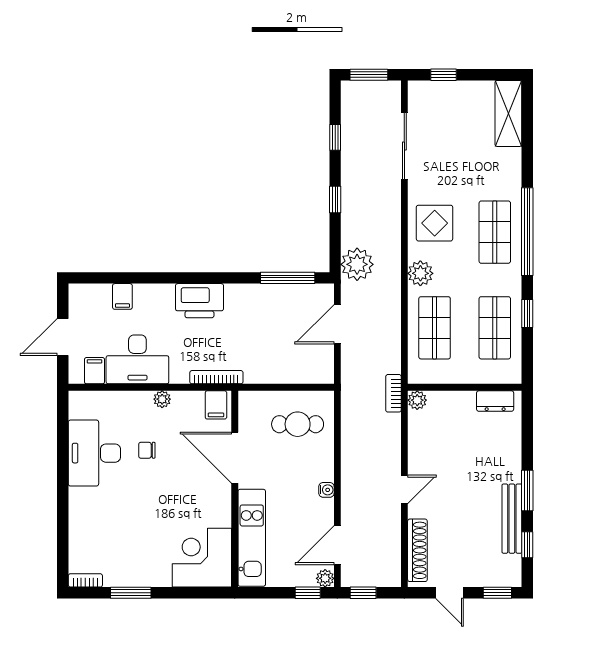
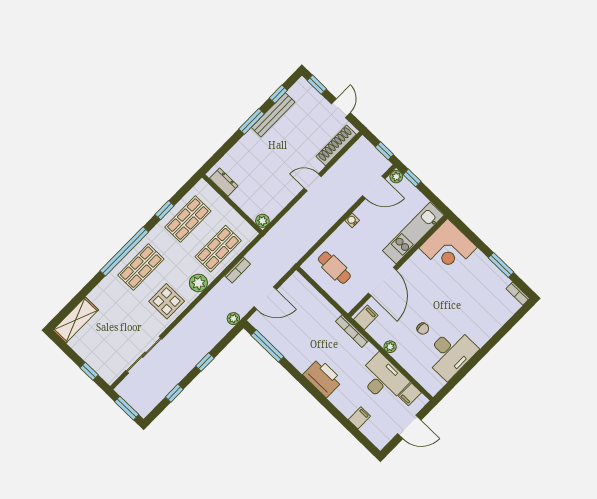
plant: (357, 264) -> (233, 319), width x0.53, depth x0.53
bookcase: (393, 393) -> (238, 270), moved

